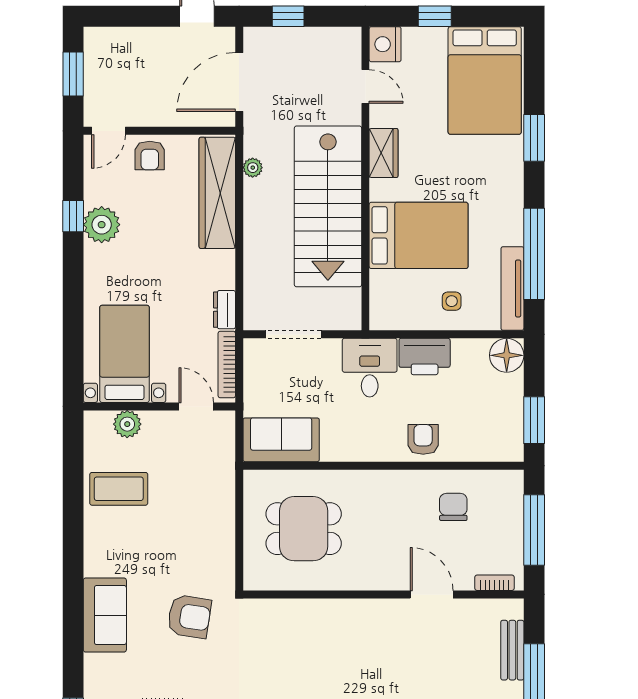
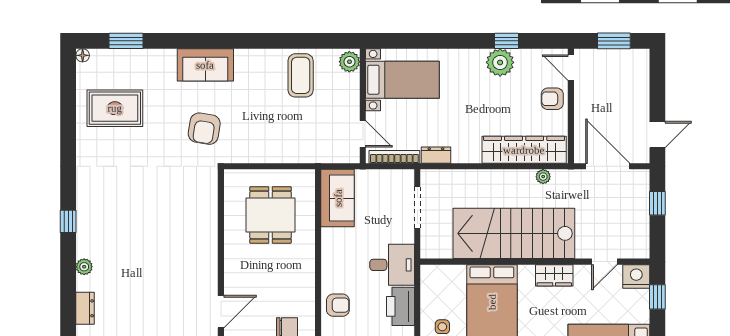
window: (435, 16) -> (657, 297), moved
door: (196, 406) -> (363, 134), hinge flipped
plant: (127, 424) -> (349, 62), moved

